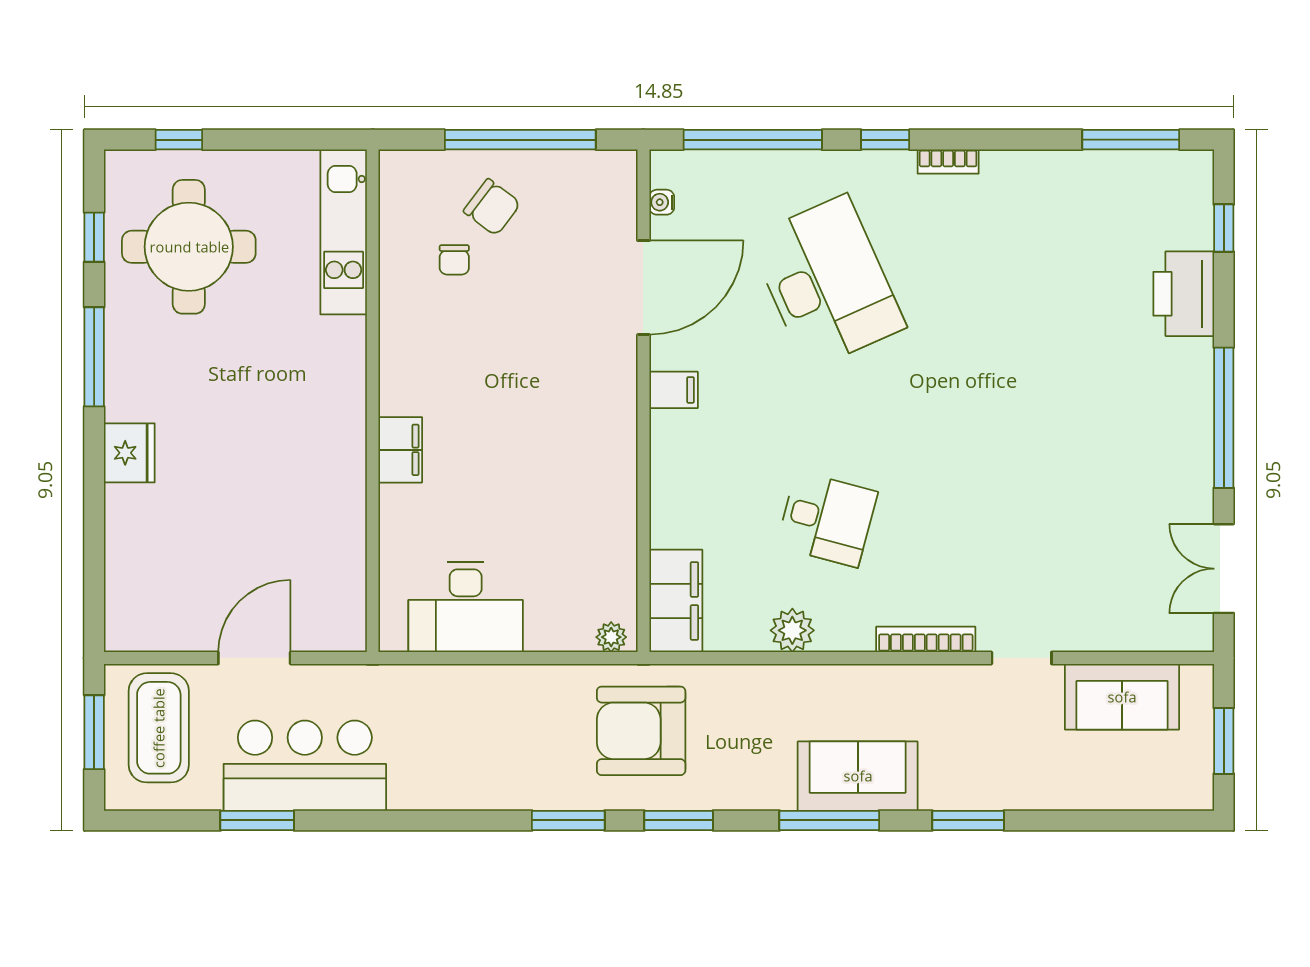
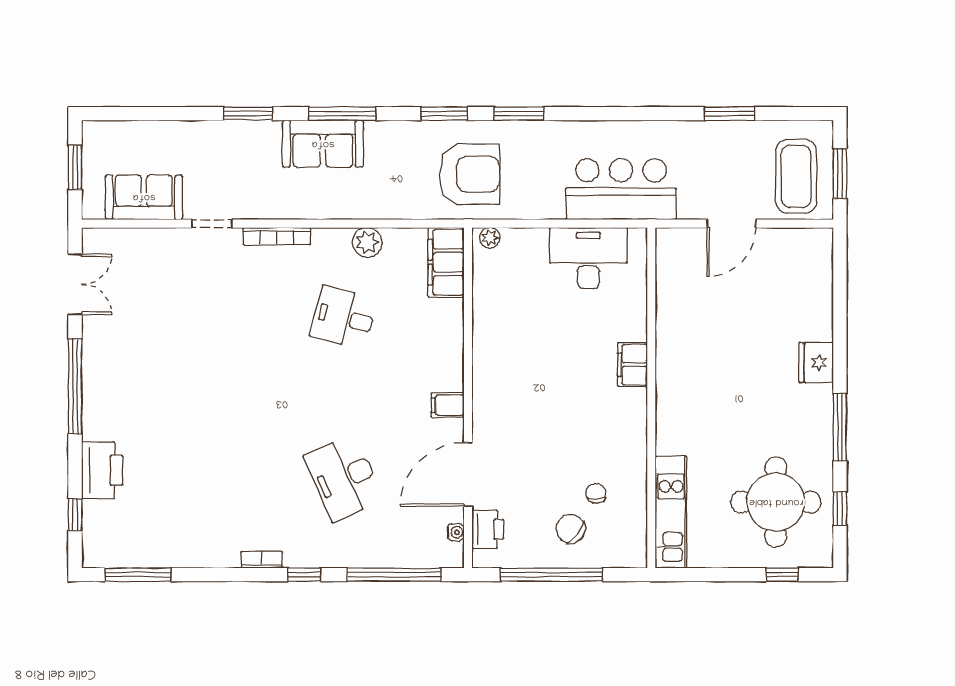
printer: (614, 207) -> (488, 529), added
desk: (827, 282) -> (344, 478), width x0.73, depth x0.77
bar counter: (305, 766) -> (621, 189), moved, turned 180

